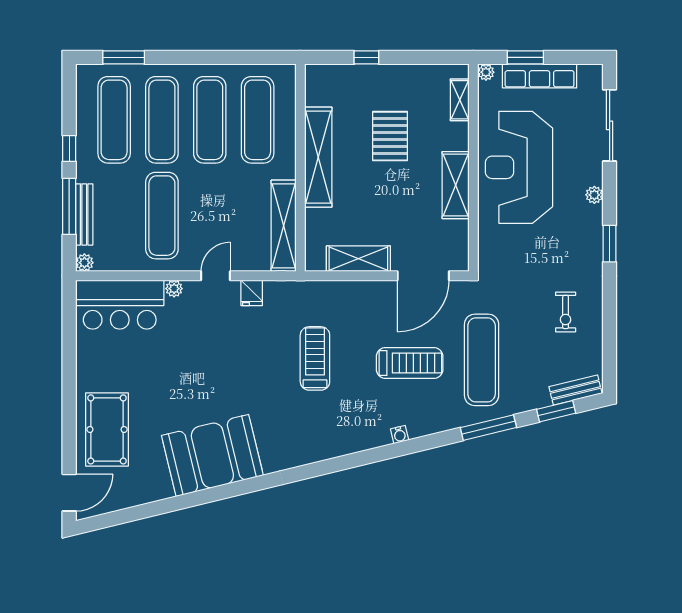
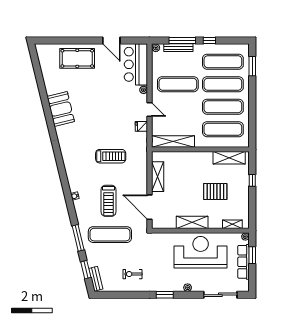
shelving: (318, 157) -> (229, 158), moved, width x0.68
booth: (212, 455) -> (61, 109), width x0.73, depth x0.70
door: (69, 493) -> (111, 41), moved

